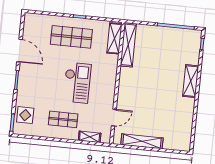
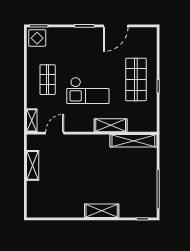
shelving: (114, 38) -> (111, 125), moved
display table: (25, 115) -> (37, 38), moved
door: (114, 118) -> (55, 133), swing flipped
shelving: (90, 137) -> (32, 120), moved
shelving: (142, 141) -> (33, 165), width x0.68

